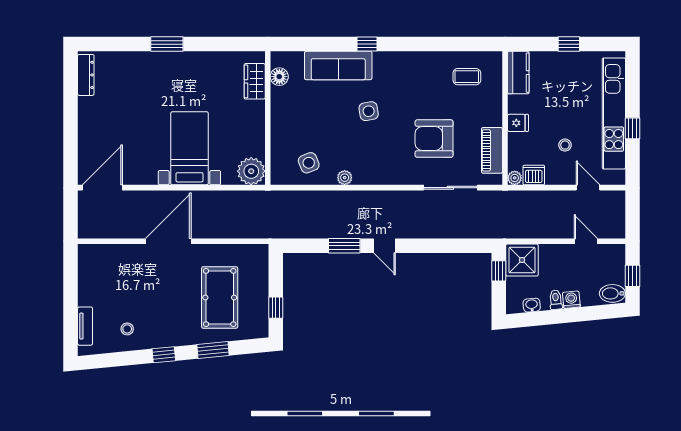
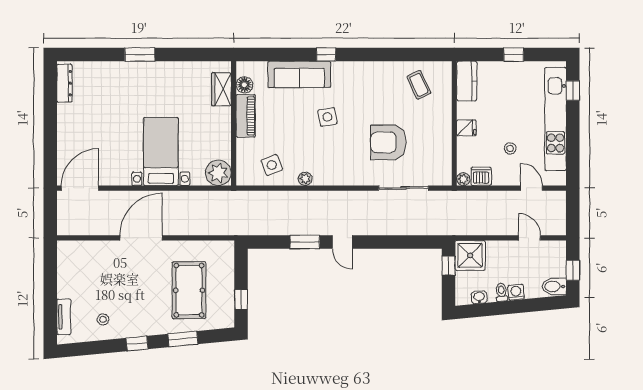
coffee table: (467, 77) -> (419, 85), turned 65
window: (632, 128) -> (573, 91), moved
piano: (492, 150) -> (246, 116), moved, turned 180

